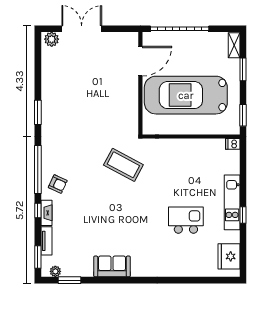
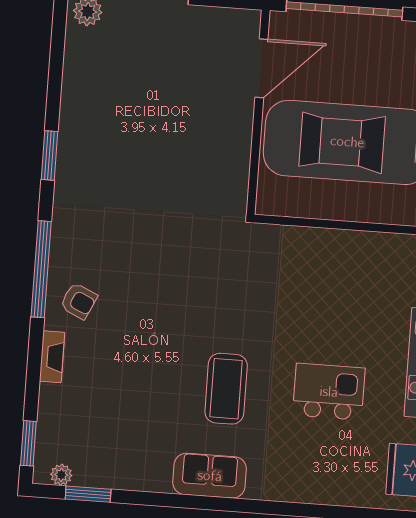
coffee table: (123, 165) -> (226, 389), moved, turned 62
window: (38, 211) -> (35, 351), removed
tv unit: (46, 241) -> (48, 413), removed
sofa: (112, 266) -> (210, 476), moved

